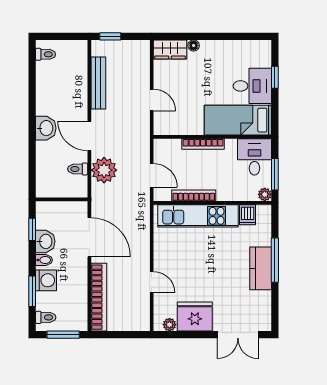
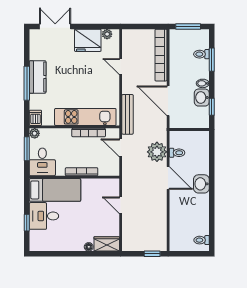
bench: (98, 83) -> (128, 114), moved
dishwasher: (248, 215) -> (35, 118), moved
washing machine: (46, 280) -> (201, 68), removed
toilet: (46, 317) -> (201, 54), moved

